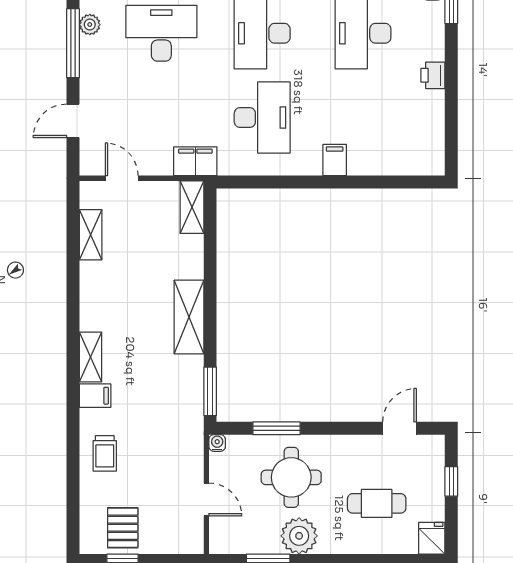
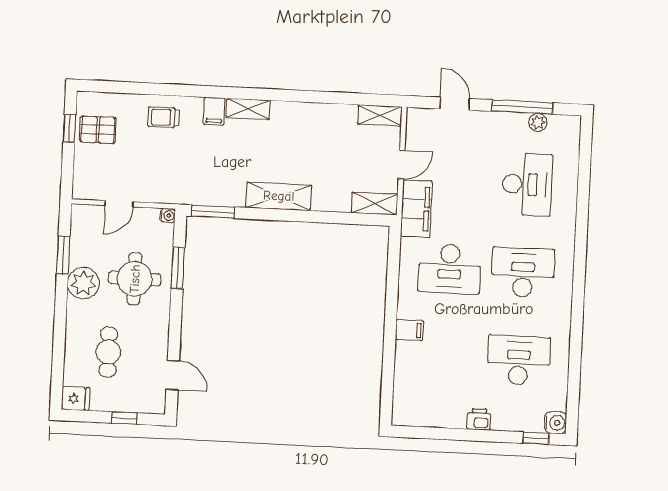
filing cabinet: (195, 161) -> (416, 209), width x1.50, depth x1.17
door: (122, 178) -> (402, 165), moved
shelving: (91, 235) -> (380, 115), moved

